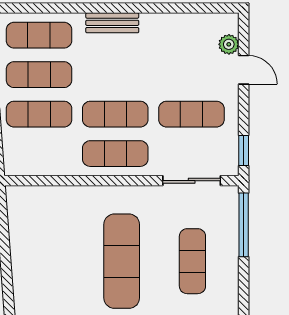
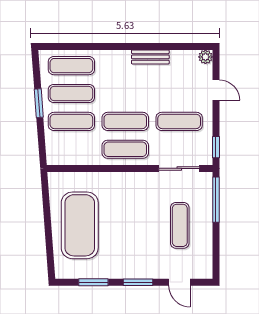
bench: (112, 23) -> (150, 57), moved
plant: (229, 44) -> (205, 57), moved
exercise mat: (122, 261) -> (80, 225), moved, width x1.47

